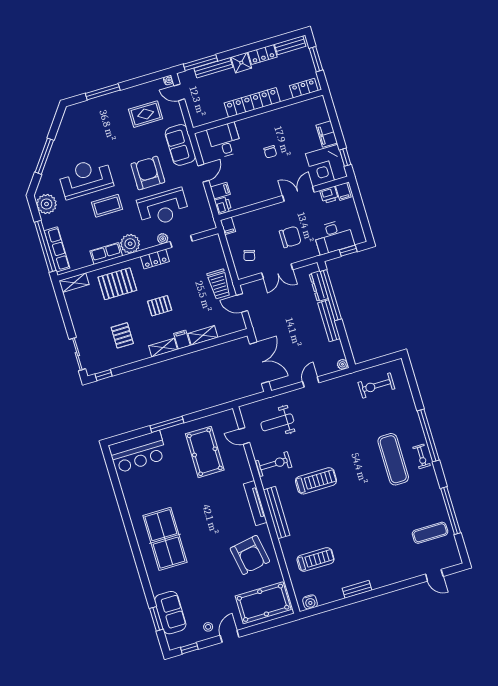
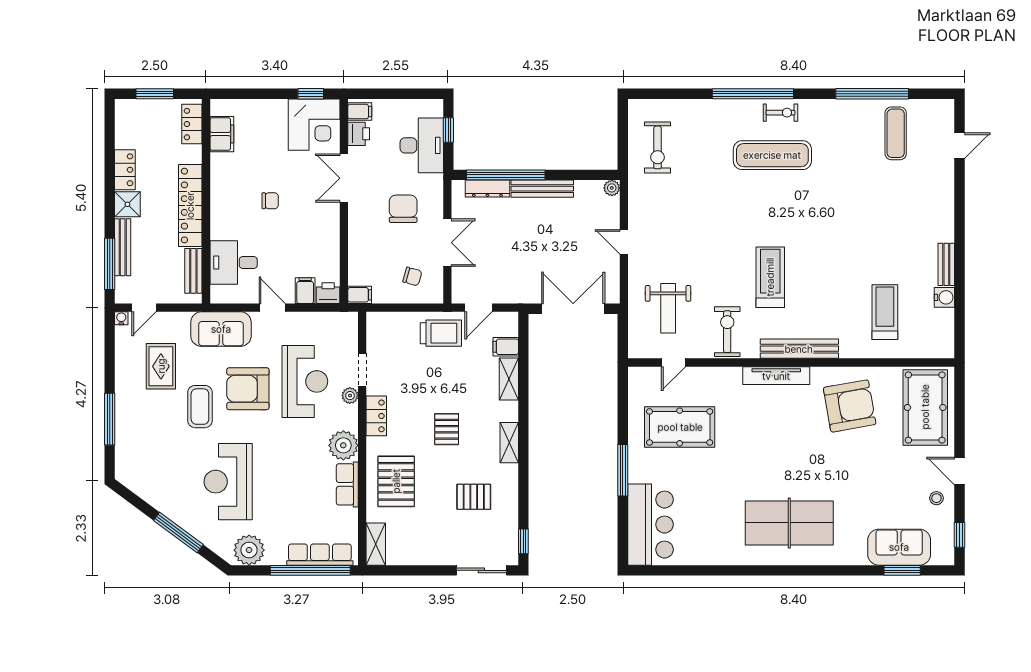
bench: (290, 45) -> (193, 271), moved
filing cabinet: (327, 134) -> (222, 134), moved, turned -90
coffee table: (107, 206) -> (200, 407), moved
filing cabinet: (182, 340) -> (506, 347), moved
water cooler: (310, 602) -> (944, 297), moved

